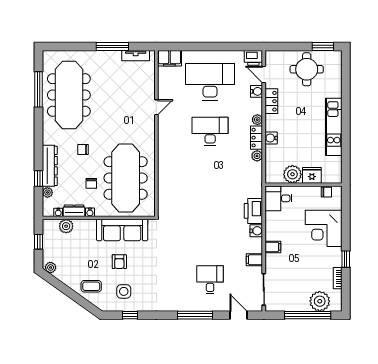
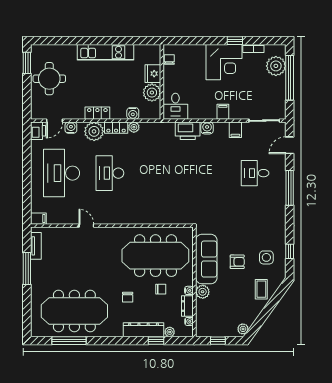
filing cabinet: (169, 58) -> (38, 219), width x0.50
locker: (271, 101) -> (97, 113), moved
plant: (257, 120) -> (94, 131), width x1.88, depth x1.88
water cooler: (271, 138) -> (133, 113), moved
plant: (66, 226) -> (203, 292), moved
corner desk: (324, 228) -> (224, 62), moved

